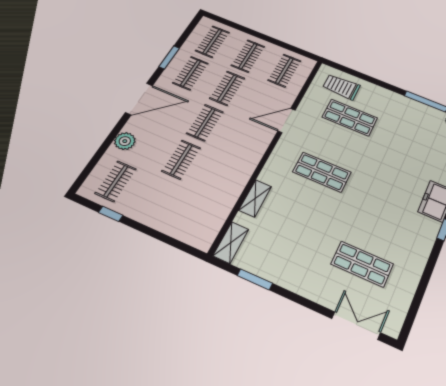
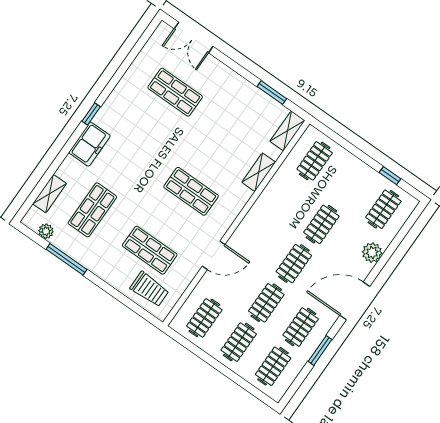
shop shelf: (415, 144) -> (92, 210), added
clothes rail: (196, 217) -> (315, 161), added

